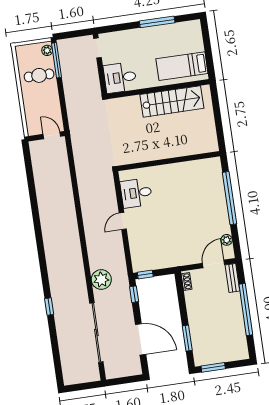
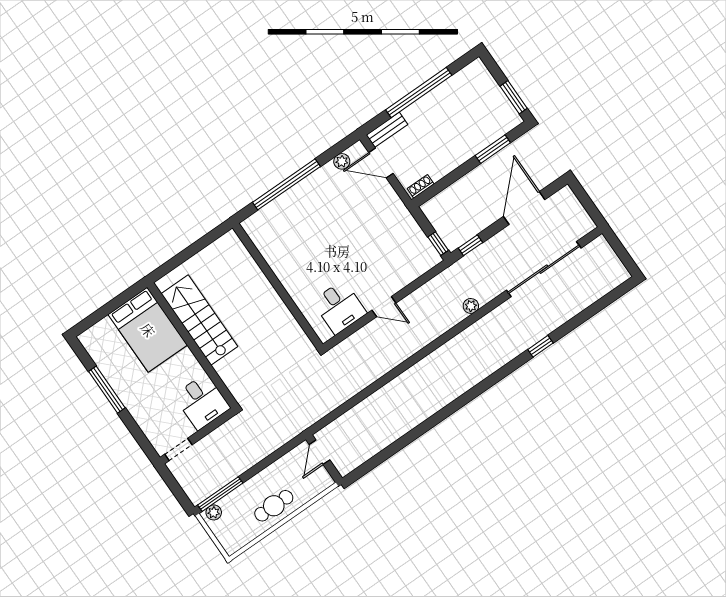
bed: (182, 66) -> (148, 330), width x1.50
cafe table: (39, 75) -> (274, 506), moved, turned 90
plant: (101, 279) -> (471, 306), width x0.53, depth x0.53

